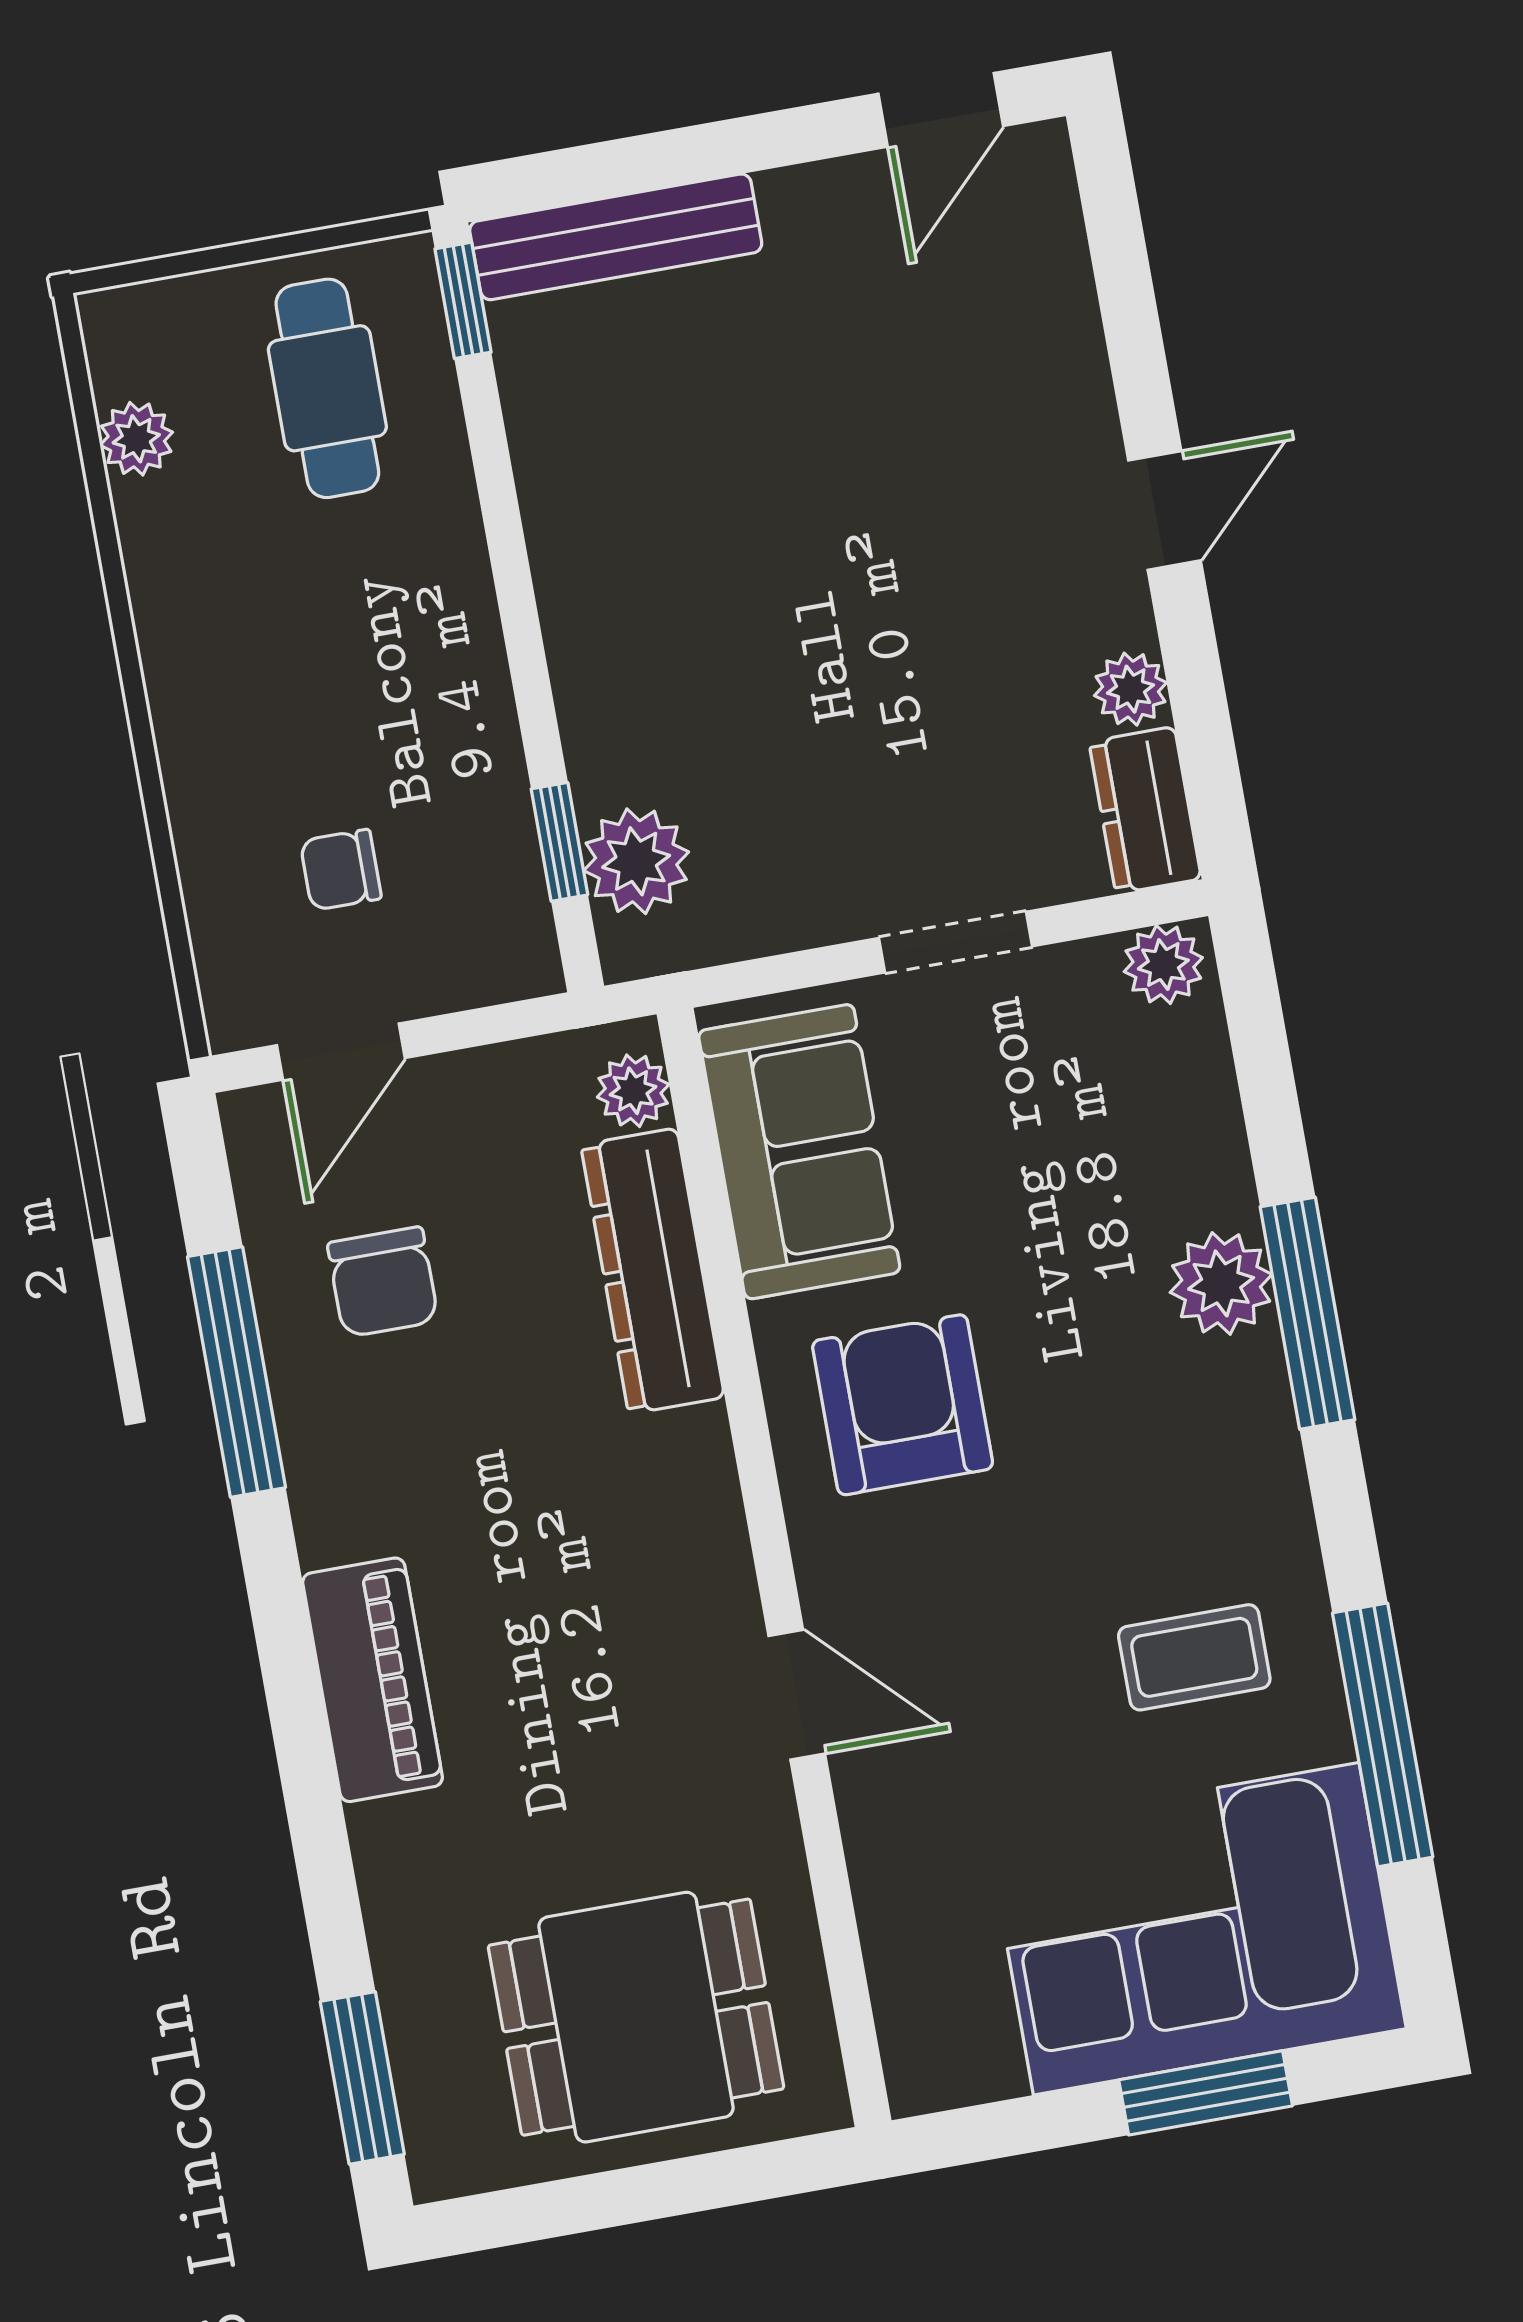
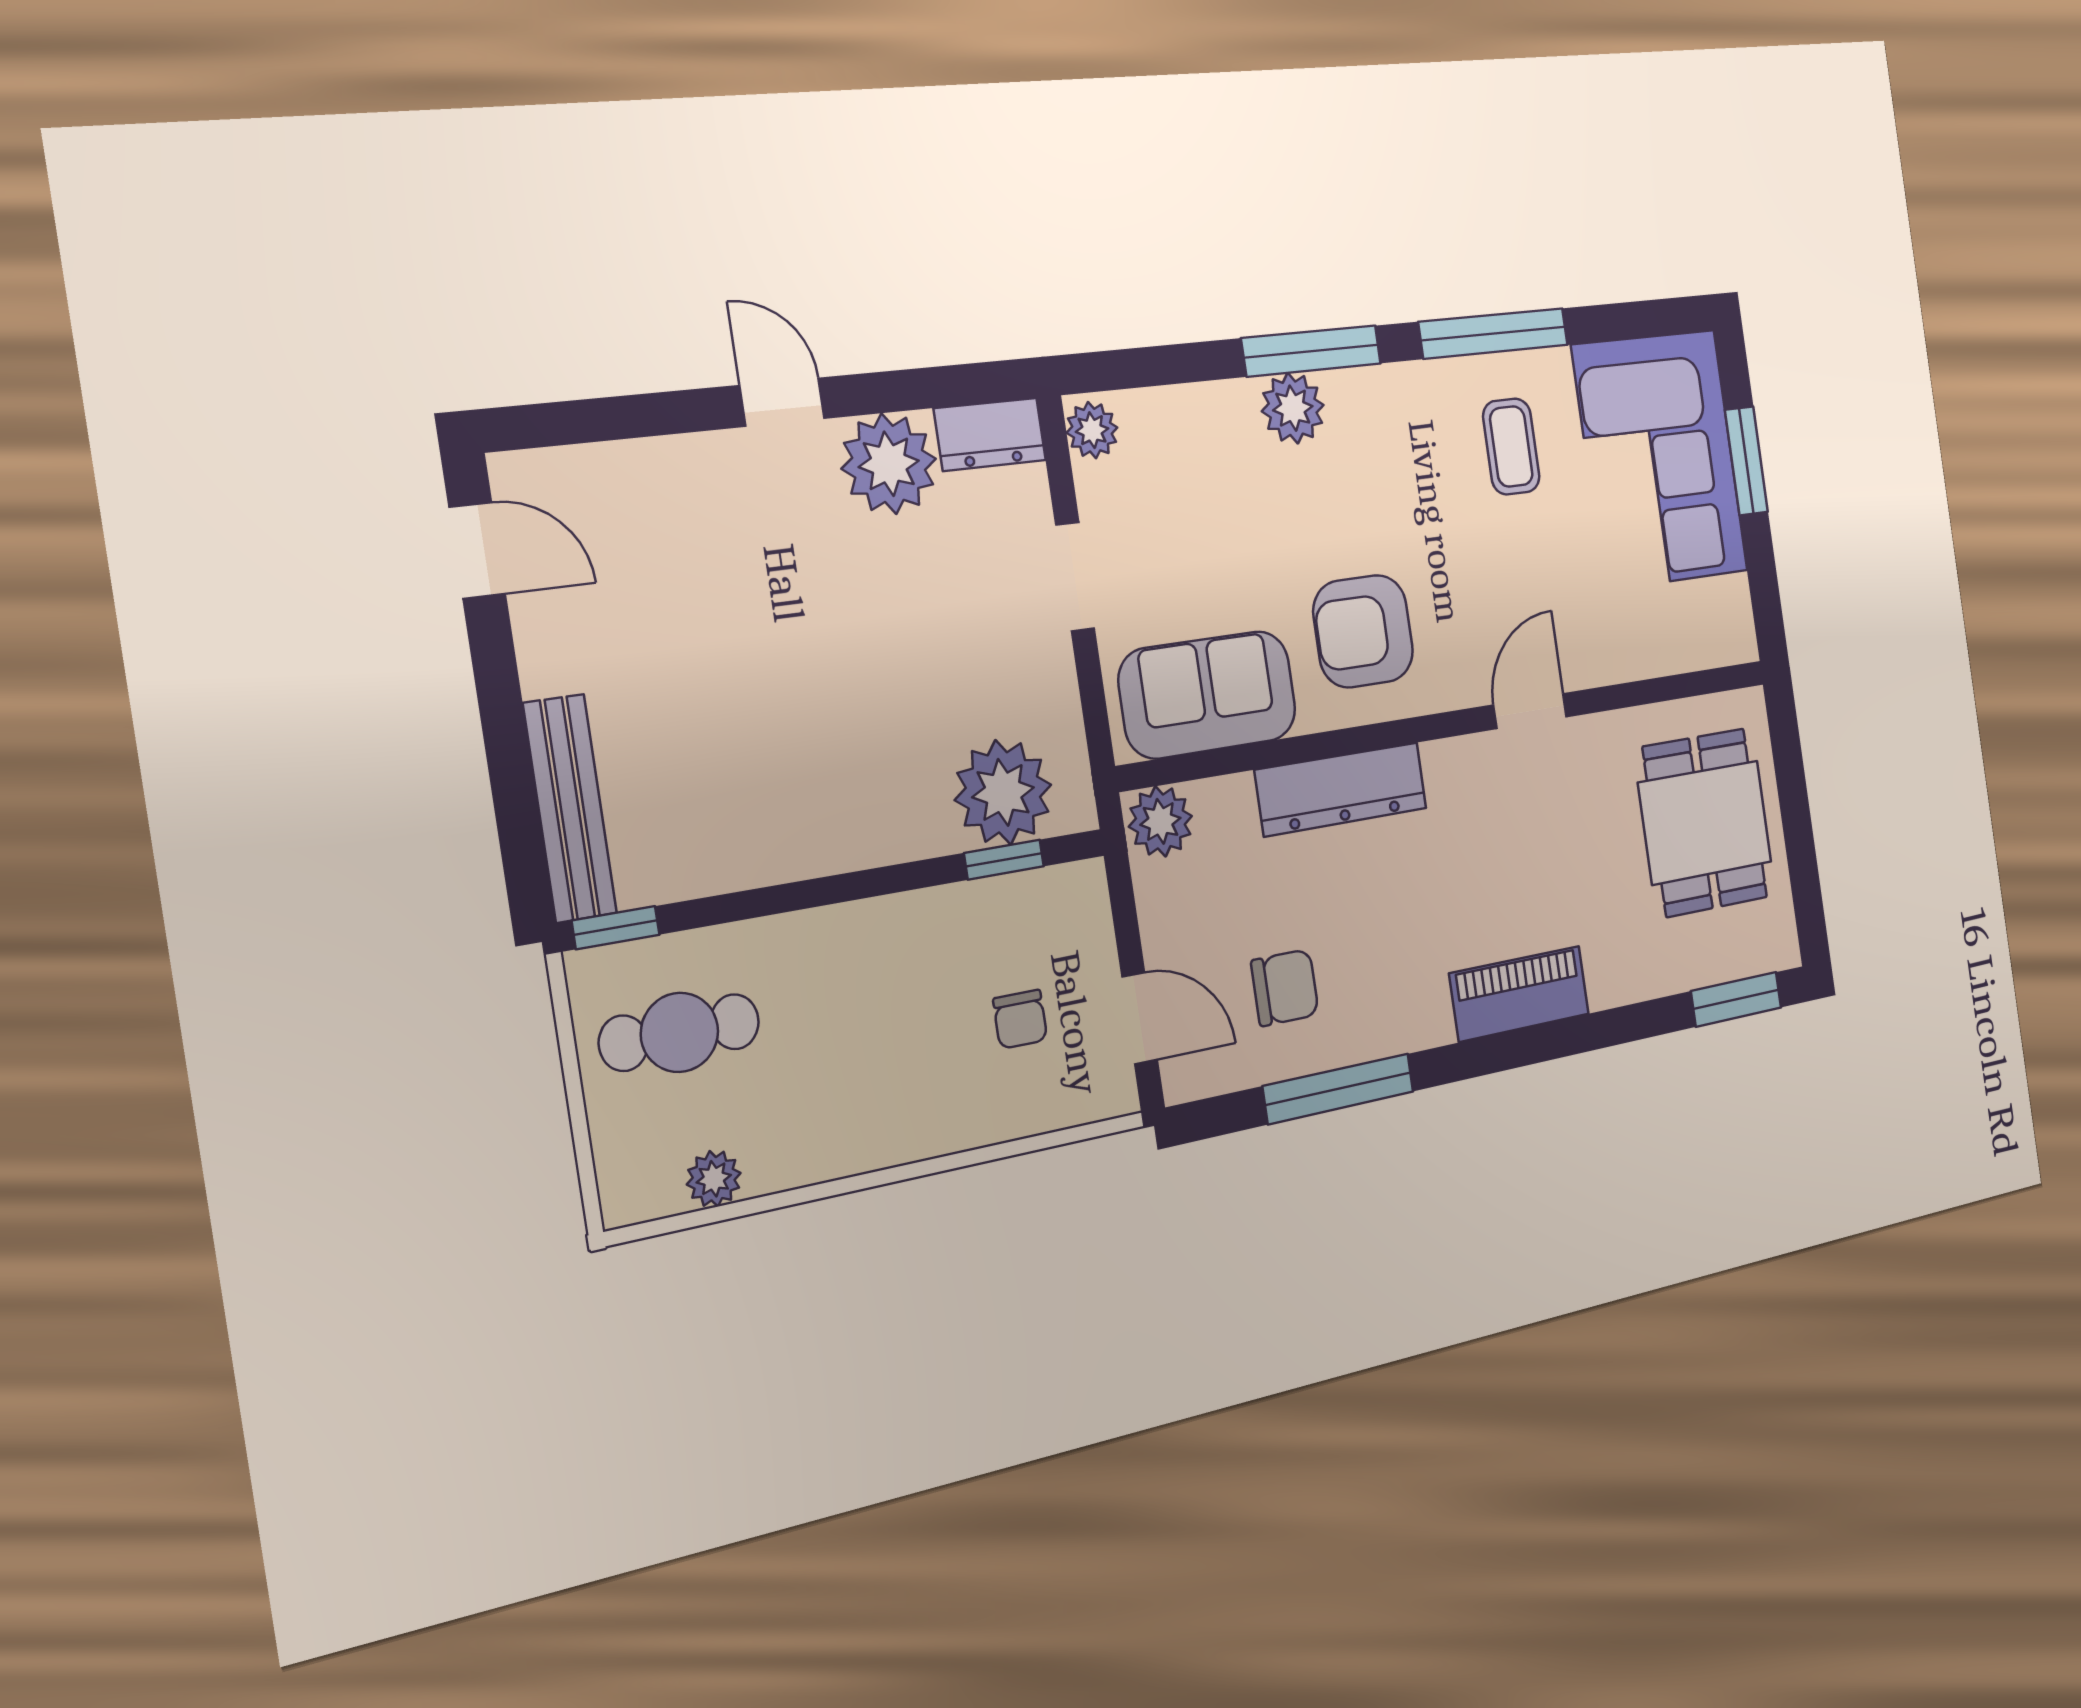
plant: (1130, 689) -> (889, 464), width x1.88, depth x1.88
plant: (636, 861) -> (1003, 792), width x1.36, depth x1.36
plant: (633, 1091) -> (1160, 821), width x1.38, depth x1.38
dresser: (653, 1271) -> (1341, 789), moved
window: (1383, 1735) -> (1494, 333), moved

